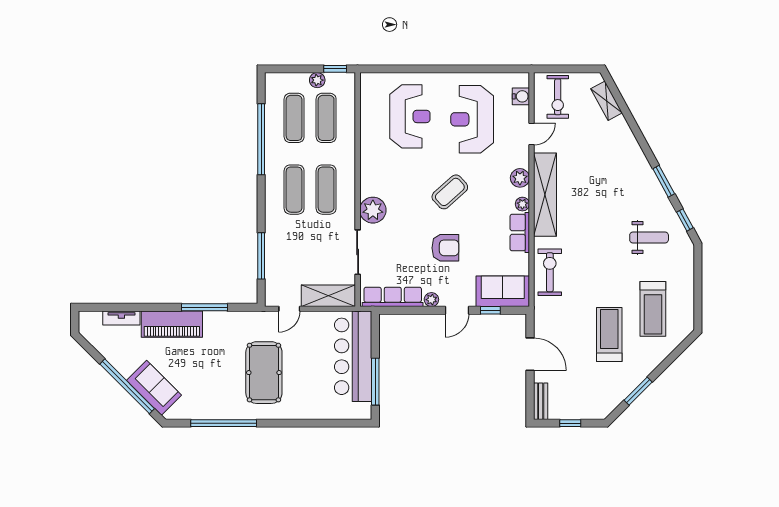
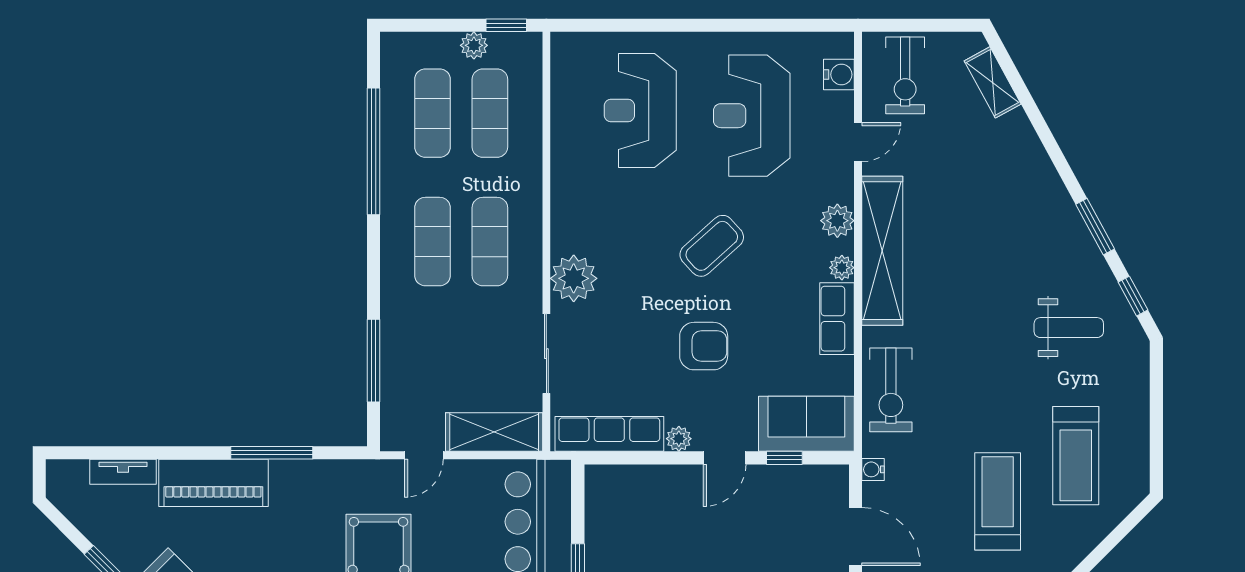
reception desk: (410, 116) -> (640, 111), turned 180
exercise bike: (550, 272) -> (891, 390), turned 180
water cooler: (540, 317) -> (873, 469), added

